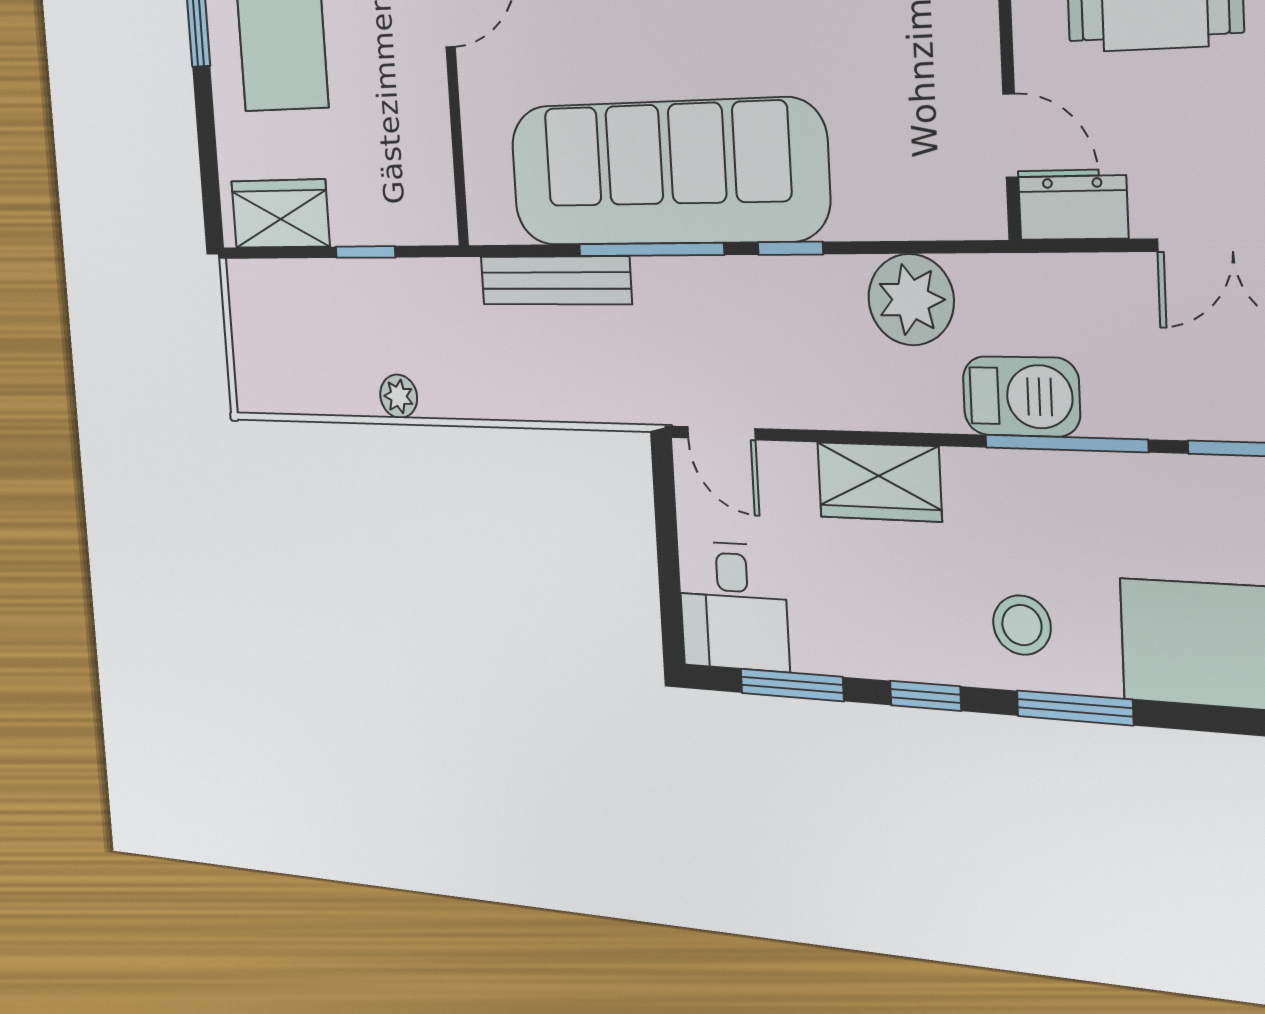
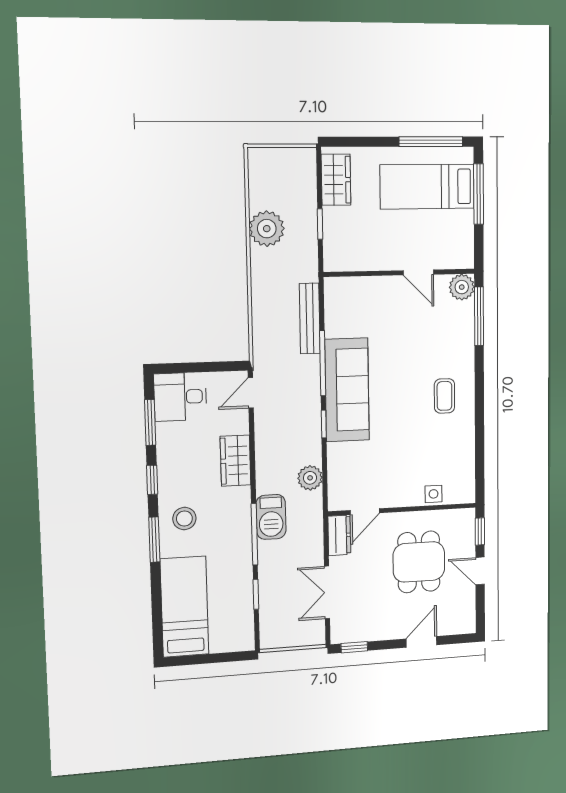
sofa: (667, 173) -> (347, 390), width x0.74, depth x0.79
plant: (911, 300) -> (310, 478), width x0.73, depth x0.73
plant: (399, 396) -> (267, 229), width x1.87, depth x1.87

